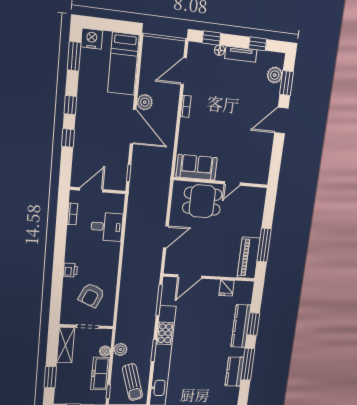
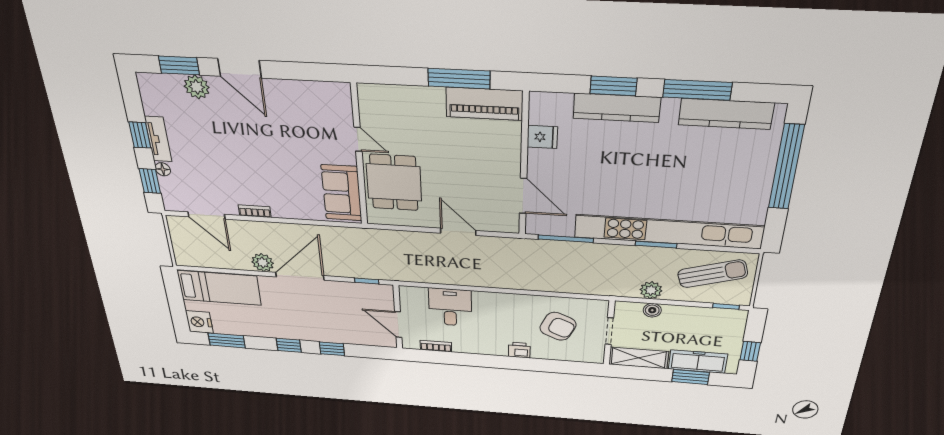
window: (258, 44) -> (140, 135), moved
plant: (275, 75) -> (197, 87), moved
kitchen counter: (234, 372) -> (726, 114), width x1.50
freezer: (100, 374) -> (698, 362), moved, turned 180

